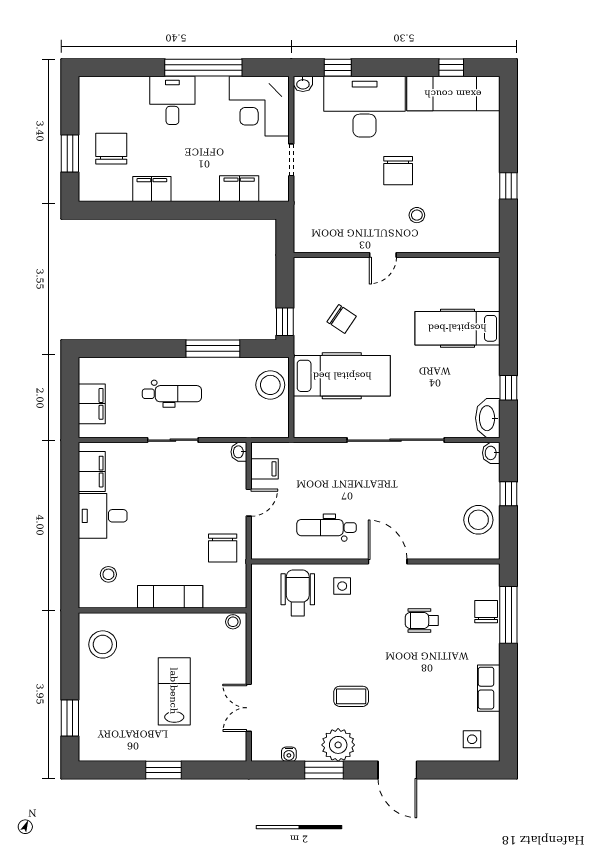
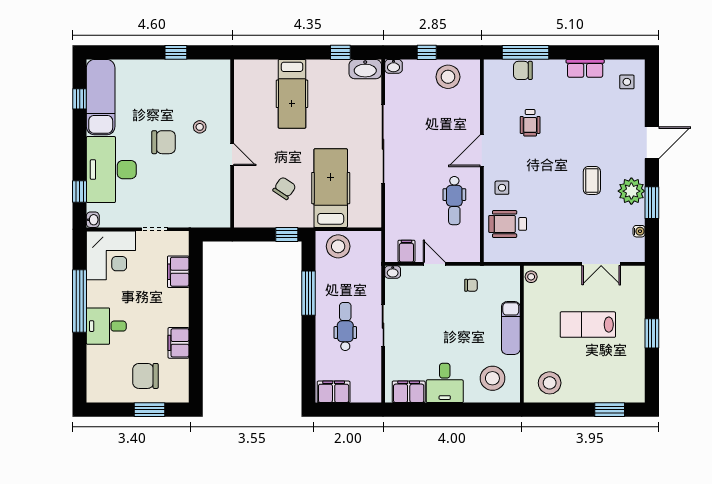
filing cabinet: (92, 404) -> (334, 392), moved
chair: (223, 548) -> (471, 285), width x0.54, depth x0.54
stool: (108, 574) -> (492, 378), width x1.89, depth x1.89

